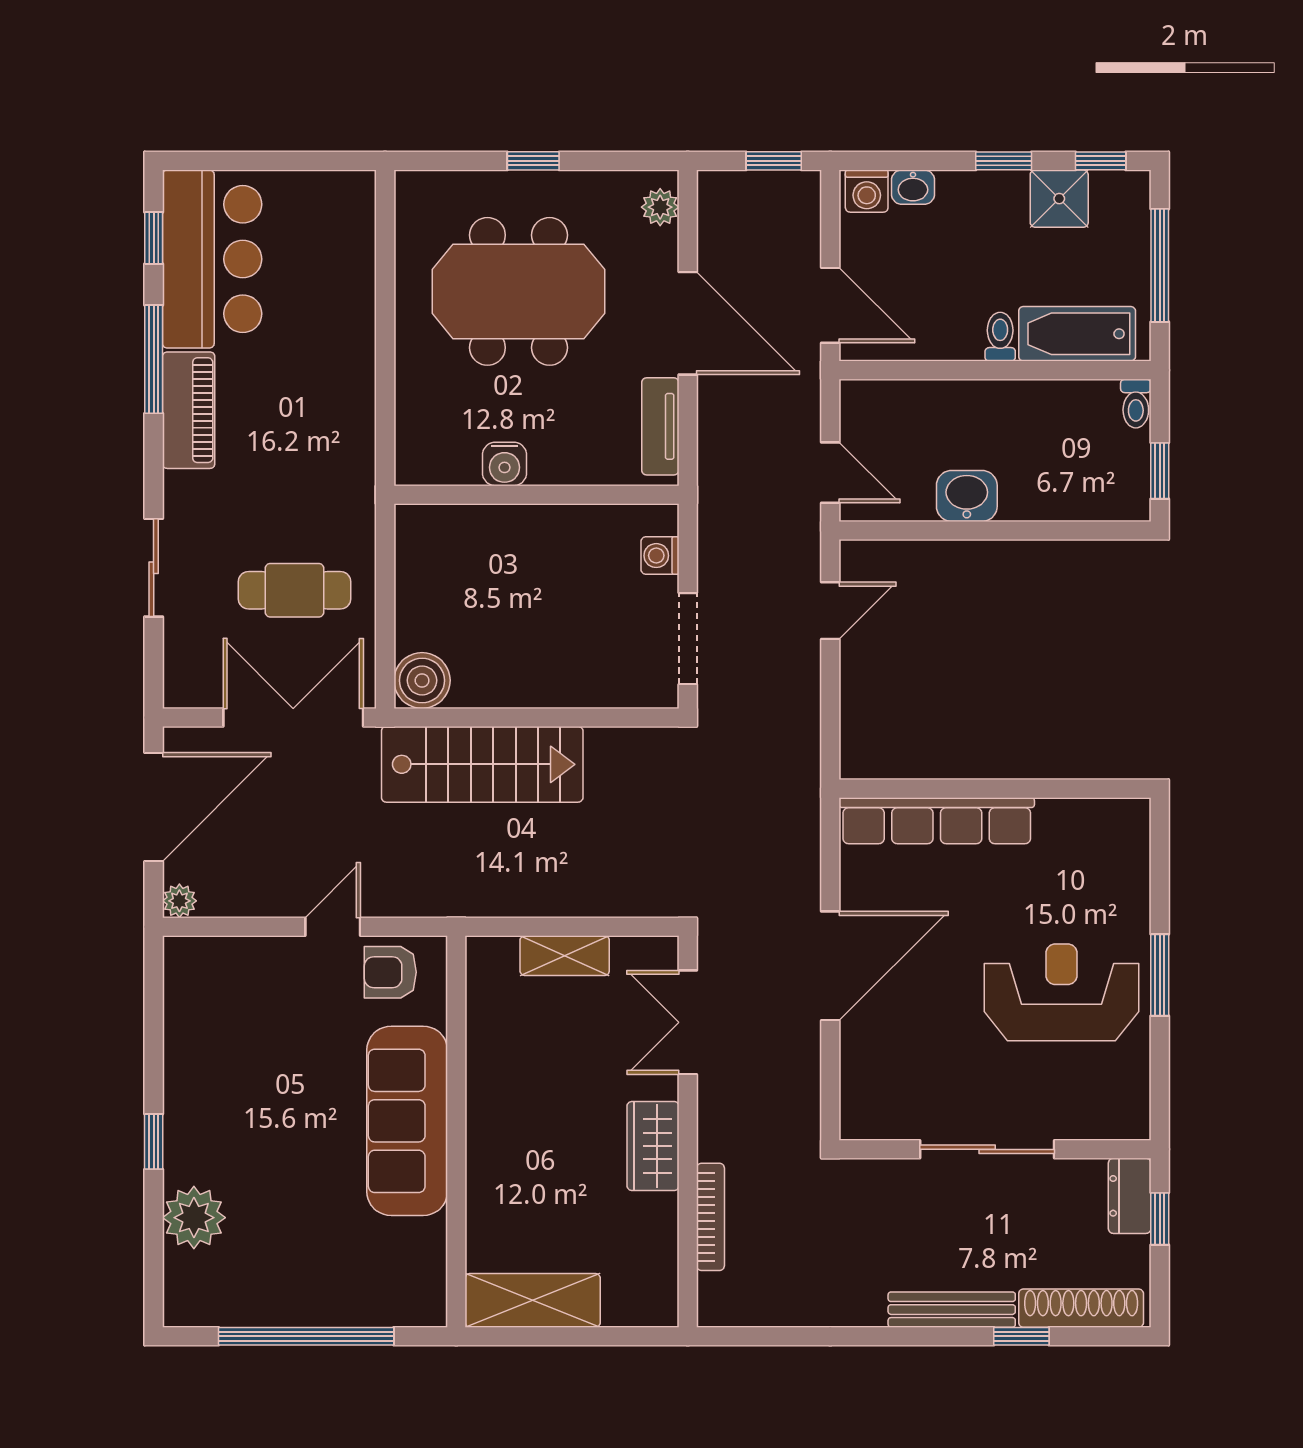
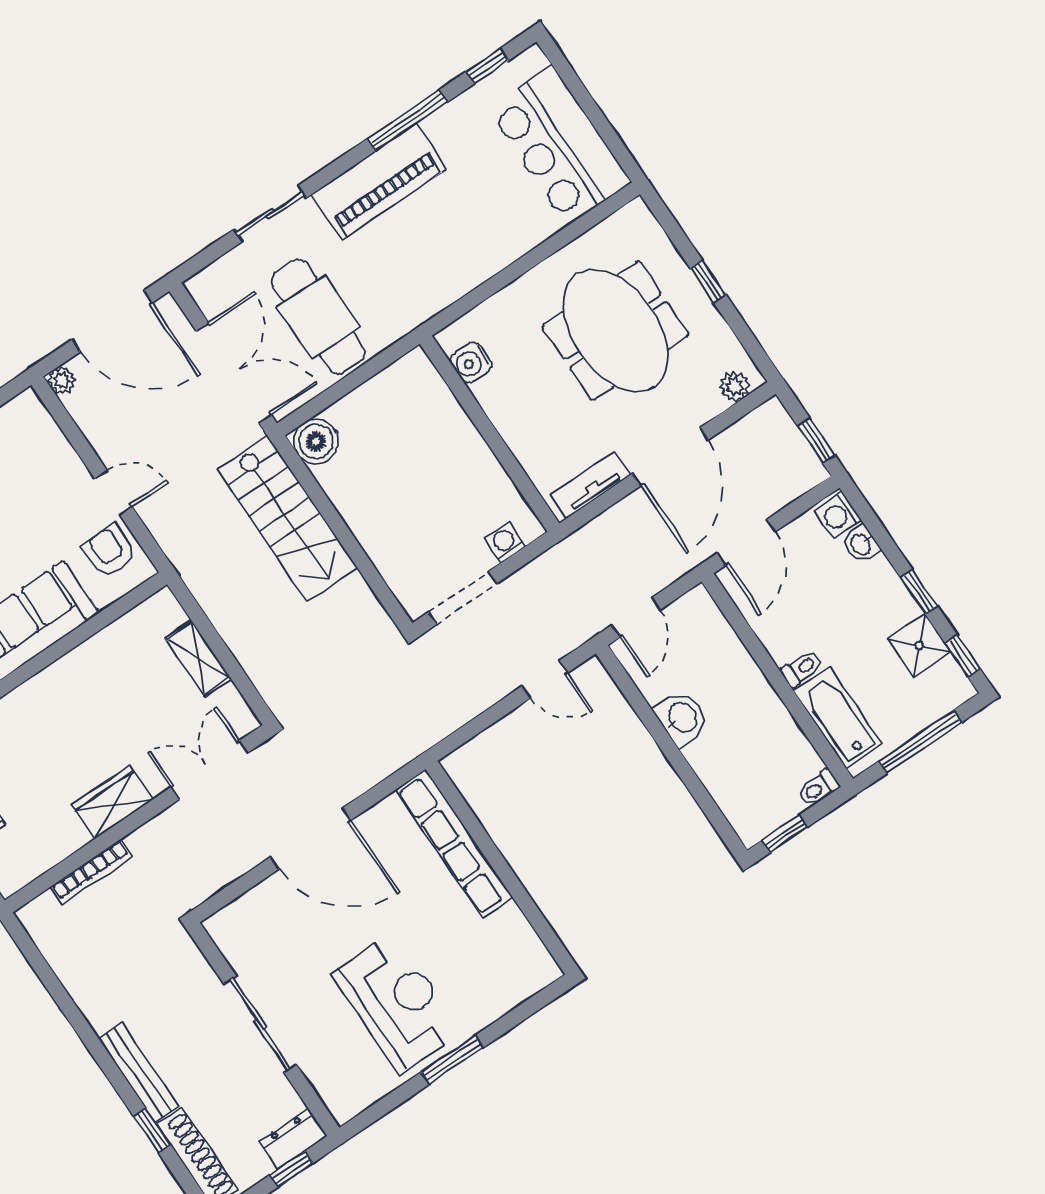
bar counter: (212, 259) -> (559, 146), moved, turned 90
piano: (189, 410) -> (379, 181), width x1.37, depth x1.33
water cooler: (505, 464) -> (471, 363), moved
cafe table: (295, 590) -> (318, 317), width x1.37, depth x1.35

